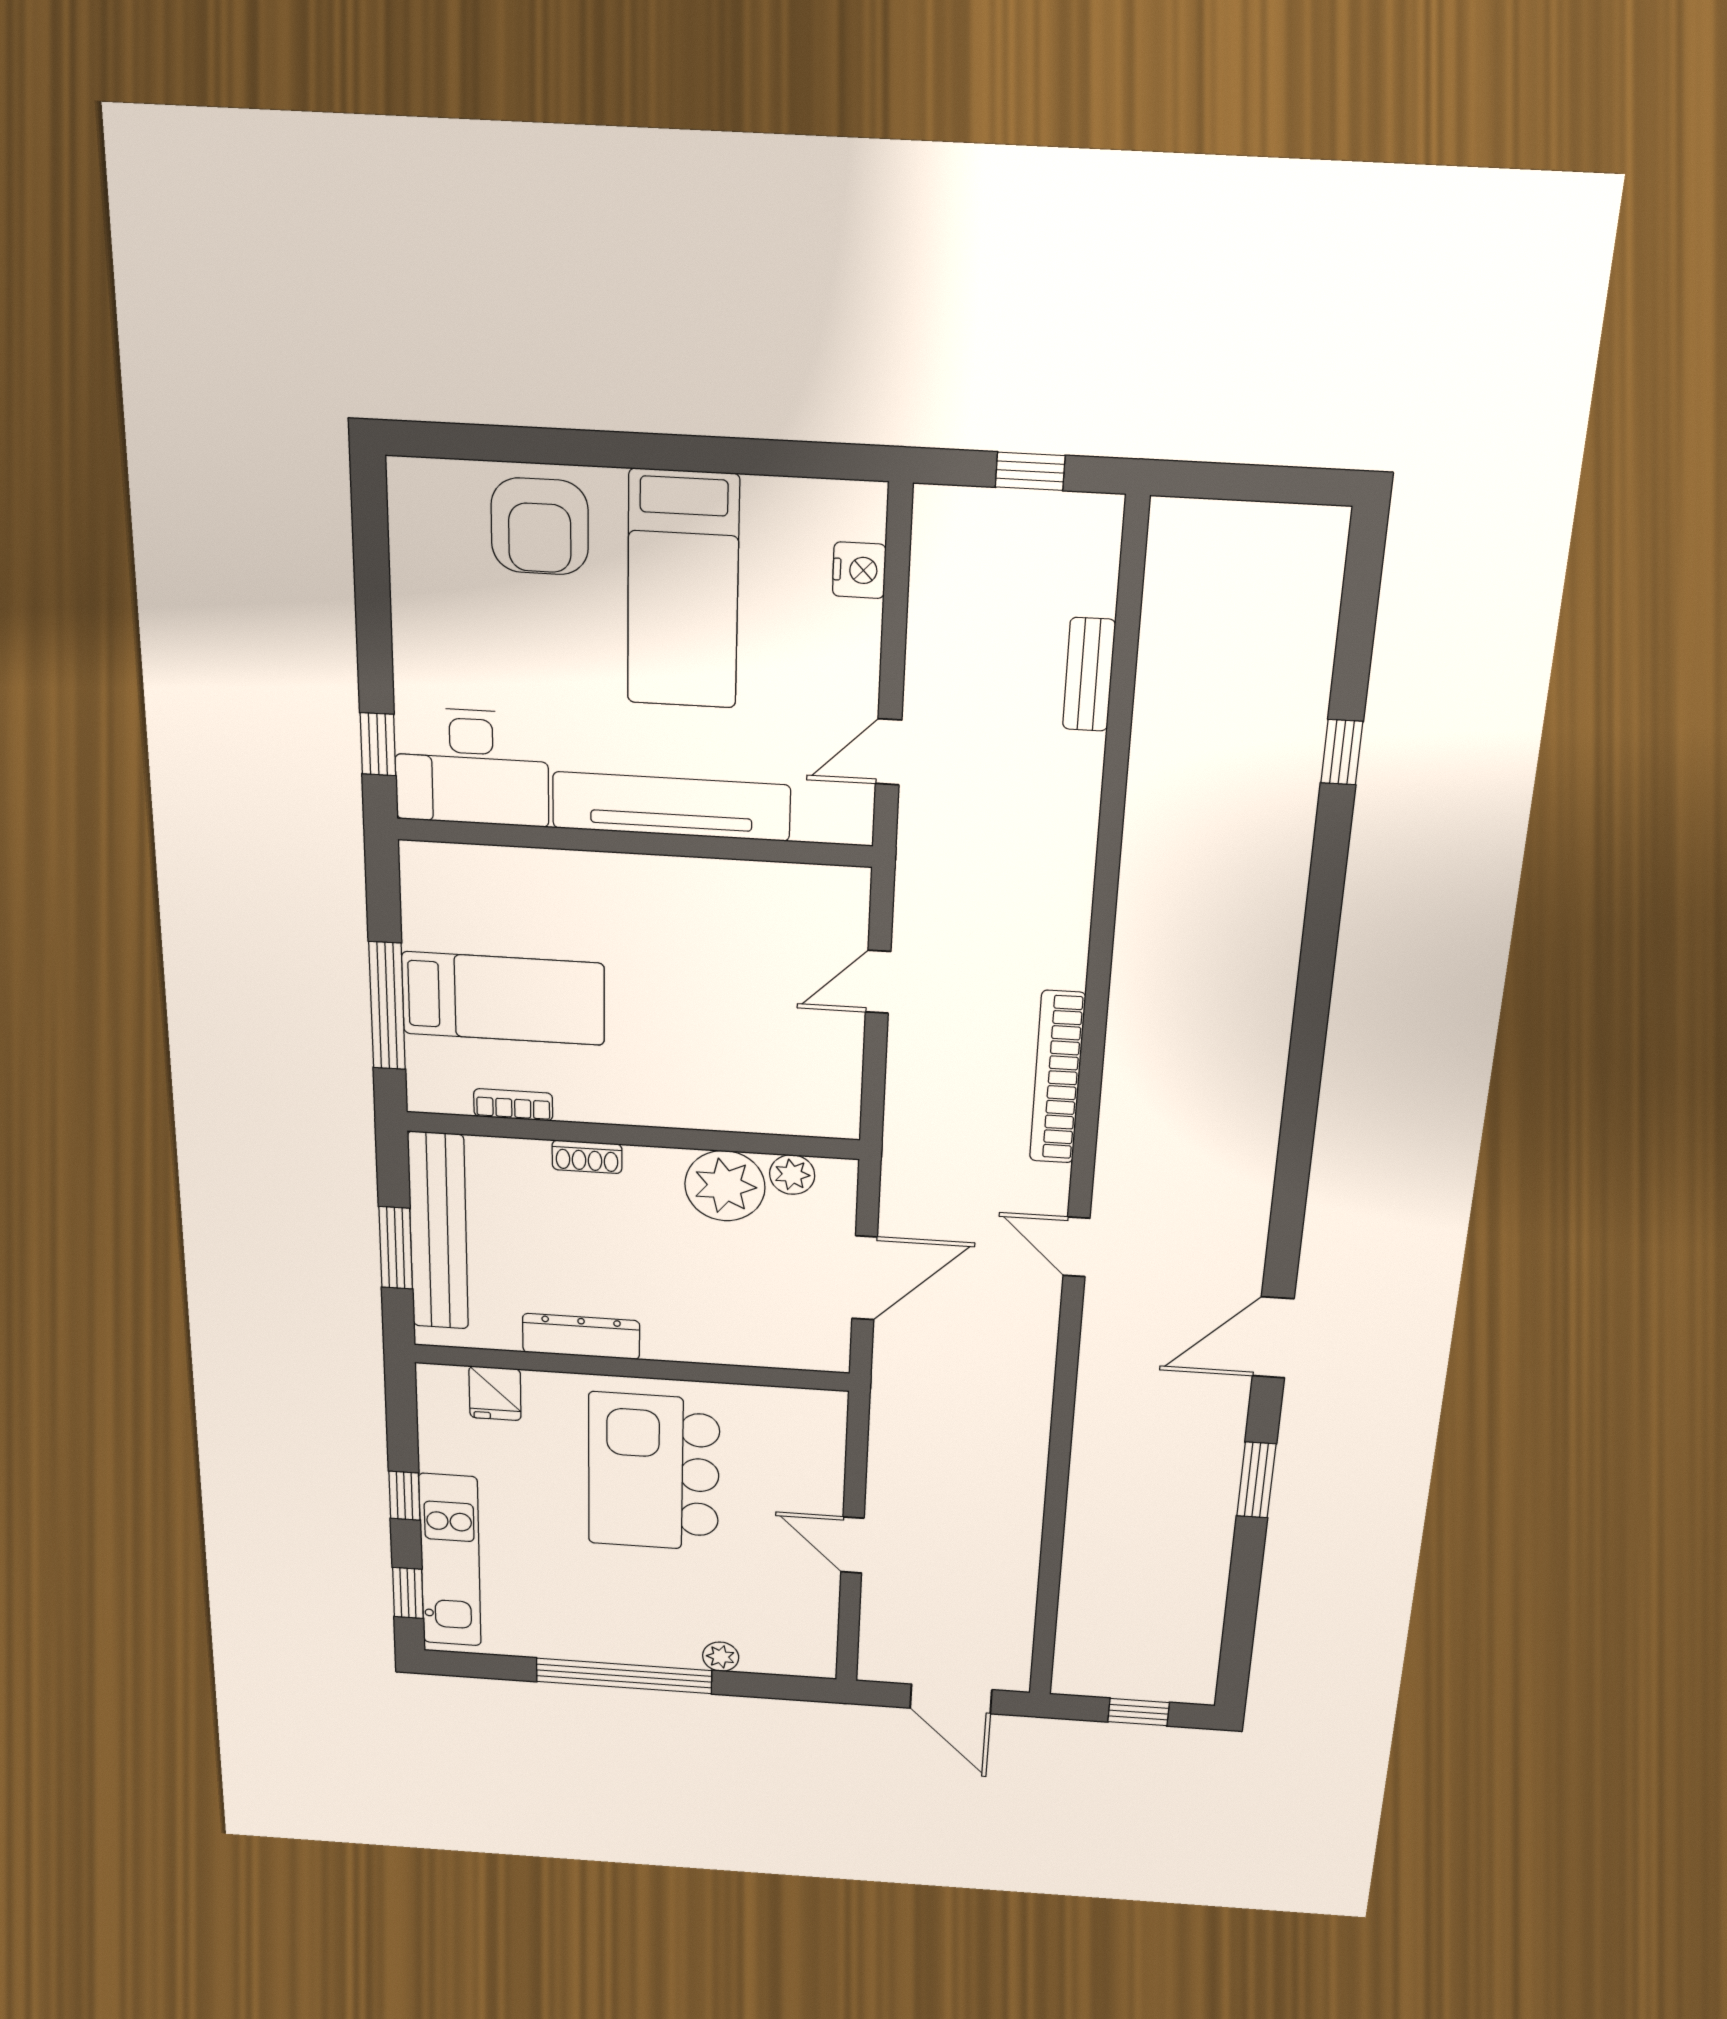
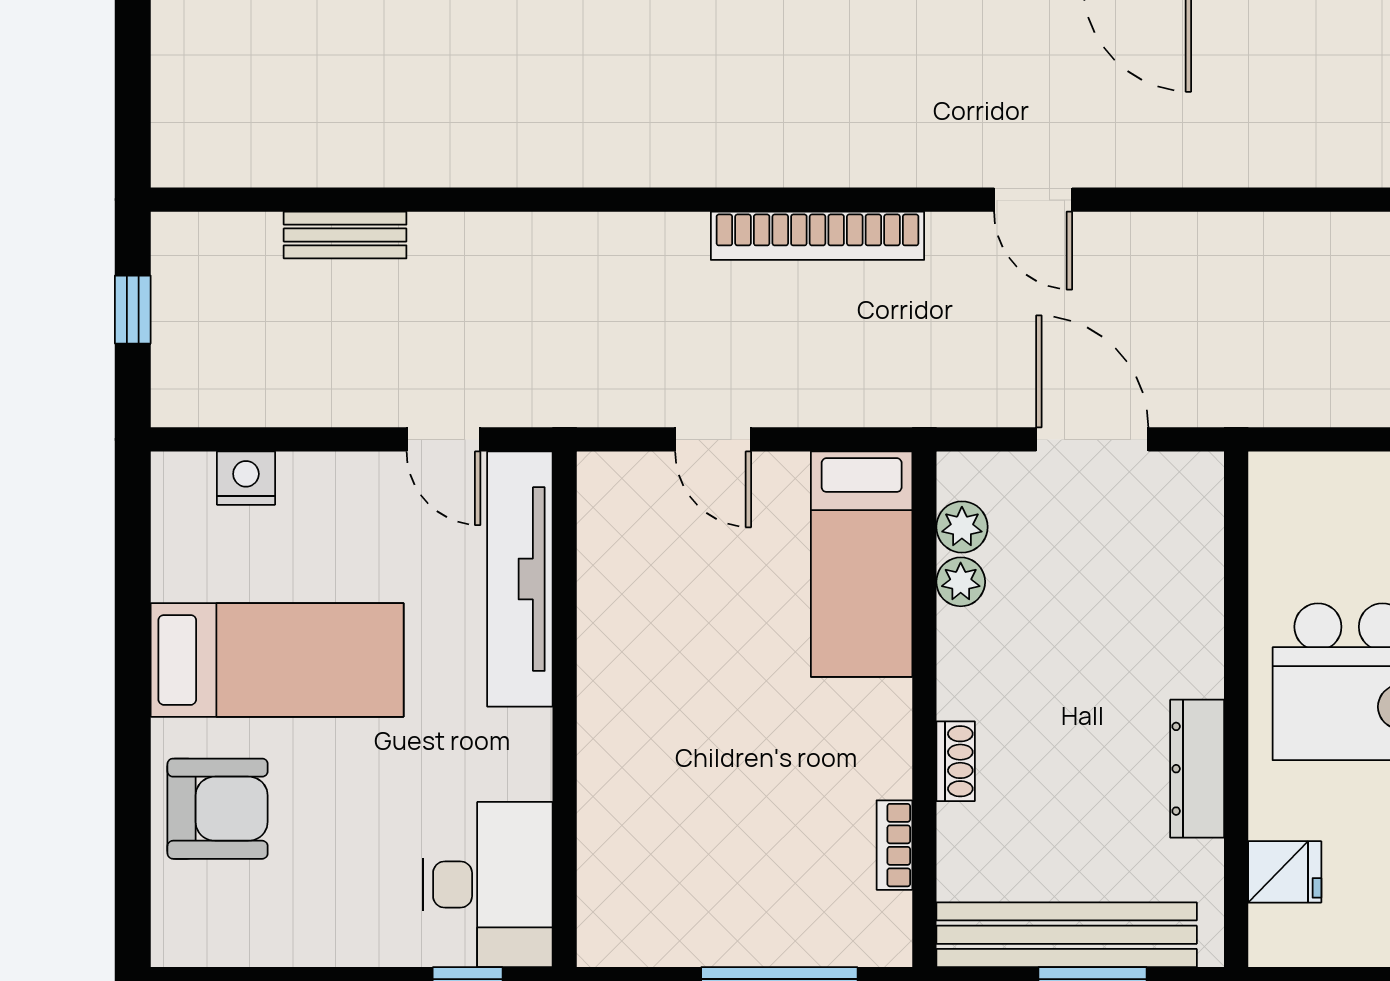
tv unit: (671, 806) -> (520, 579), moved
bed: (503, 998) -> (862, 564), moved, turned 180
plant: (725, 1186) -> (961, 582), width x0.53, depth x0.53
door: (1076, 1247) -> (1033, 200), hinge flipped

